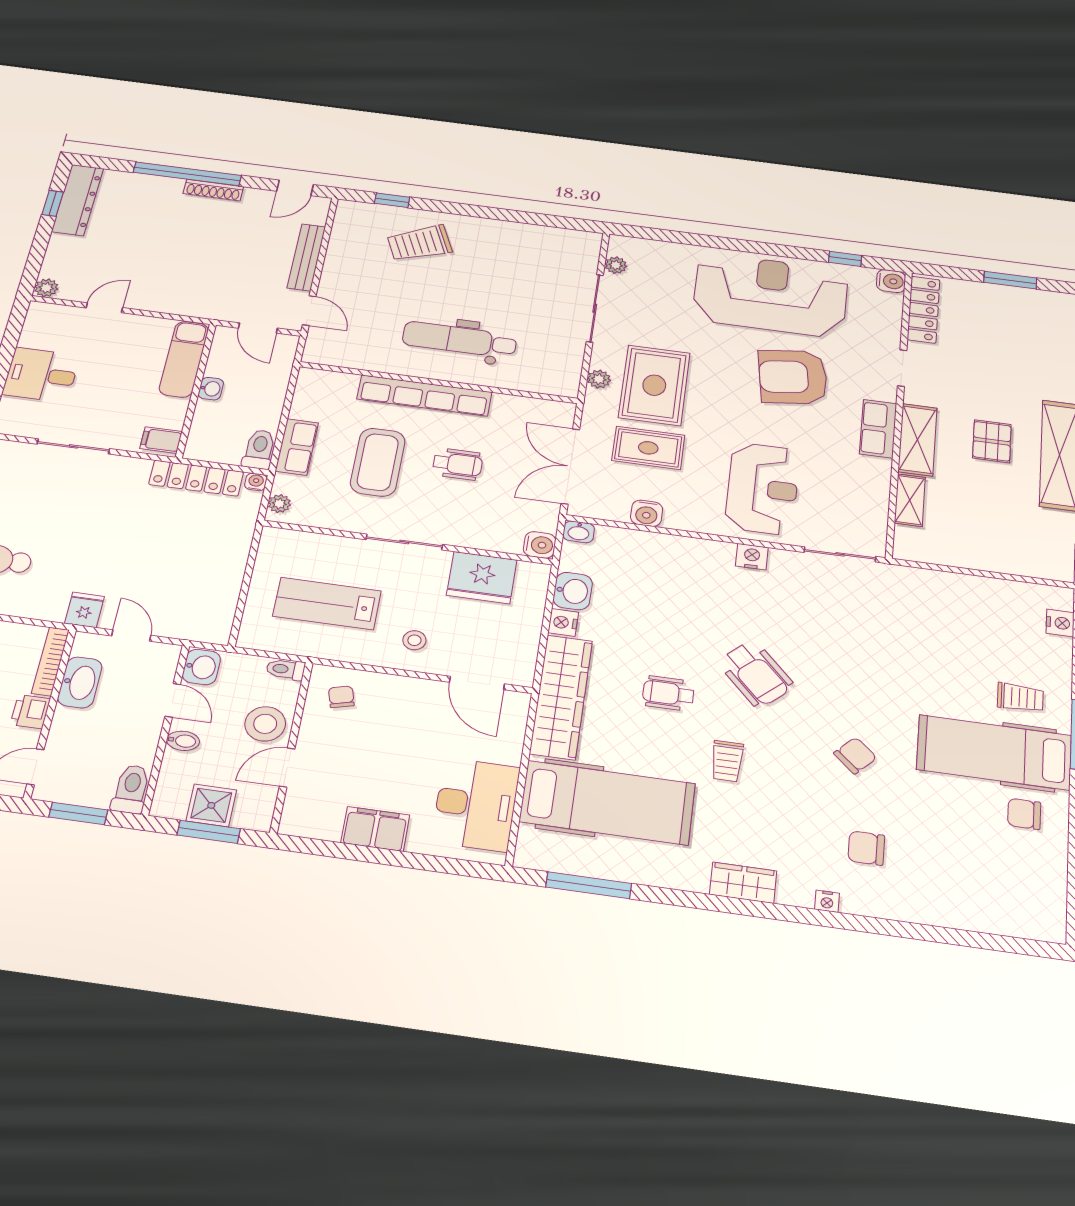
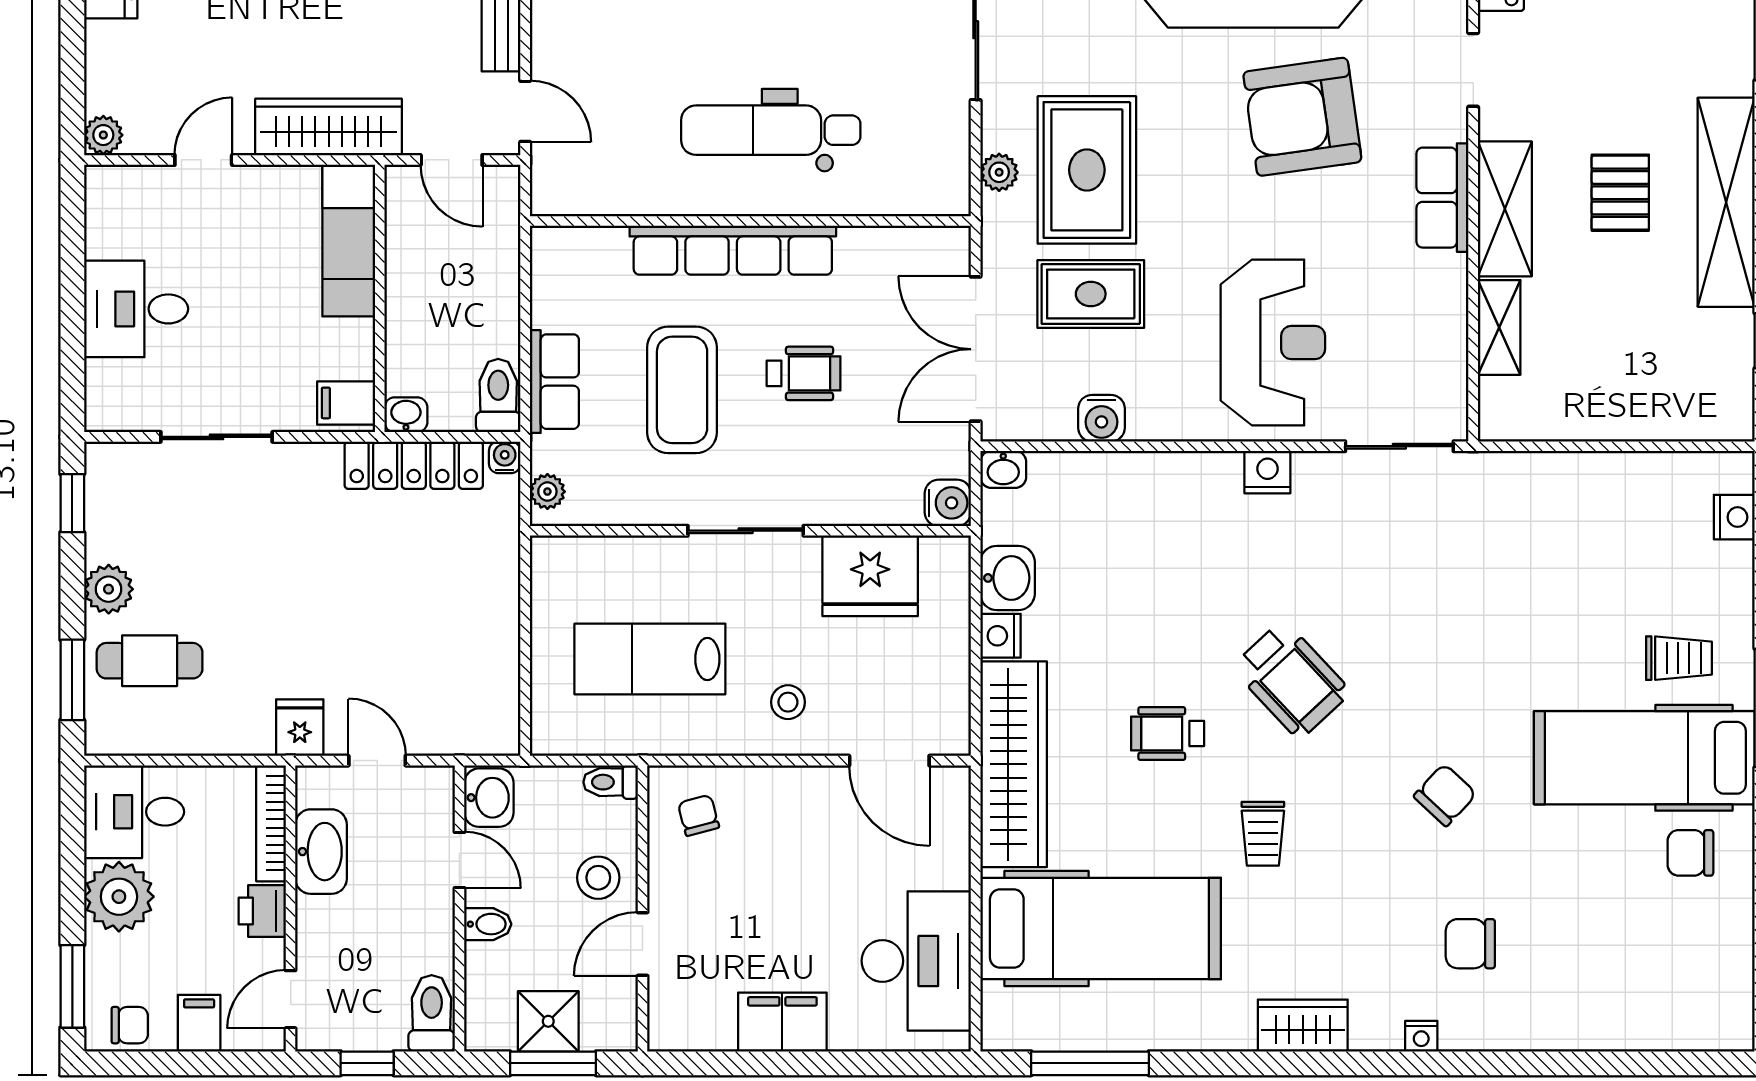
wardrobe: (186, 302) -> (329, 127), added
washbasin: (211, 389) -> (406, 415), moved, turned -90
stool: (265, 724) -> (598, 878), width x0.73, depth x0.73
window: (78, 813) -> (367, 1063), width x0.67

